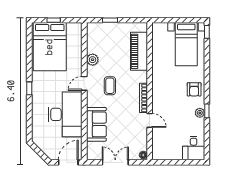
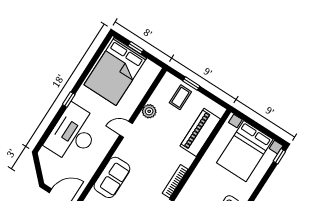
bed with nightstands: (186, 44) -> (245, 151), width x1.36
coffee table: (110, 86) -> (180, 97), moved
desk: (65, 114) -> (73, 134), moved, turned 180

